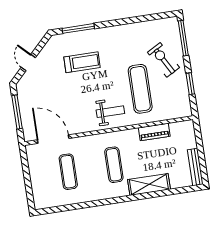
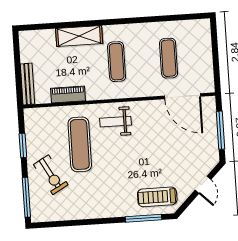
treadmill: (82, 62) -> (157, 197), moved
bench: (195, 167) -> (28, 84), moved

